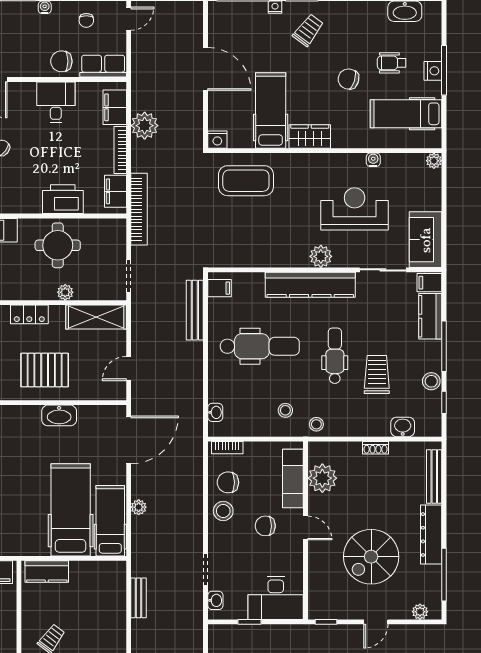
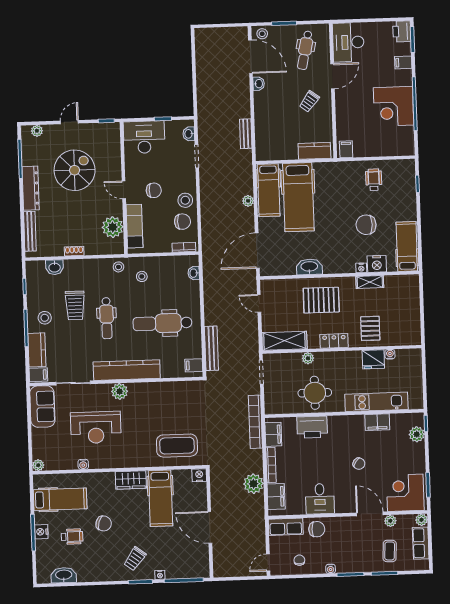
door: (129, 369) -> (259, 303), swing flipped
stool: (431, 381) -> (45, 318), moved

